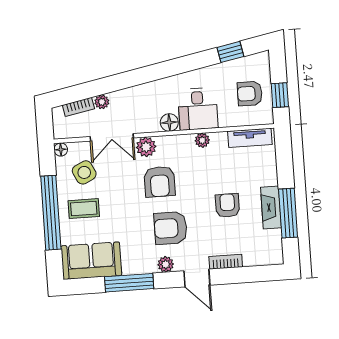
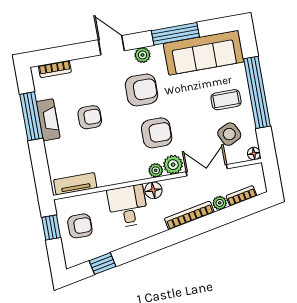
bookcase: (135, 92) -> (189, 215), added
plant: (202, 140) -> (156, 170), moved
armchair: (160, 182) -> (157, 133), turned 90
armchair: (227, 205) -> (90, 117), turned -90
sofa: (91, 261) -> (204, 53), width x1.36
bookcase: (226, 262) -> (55, 69), moved

